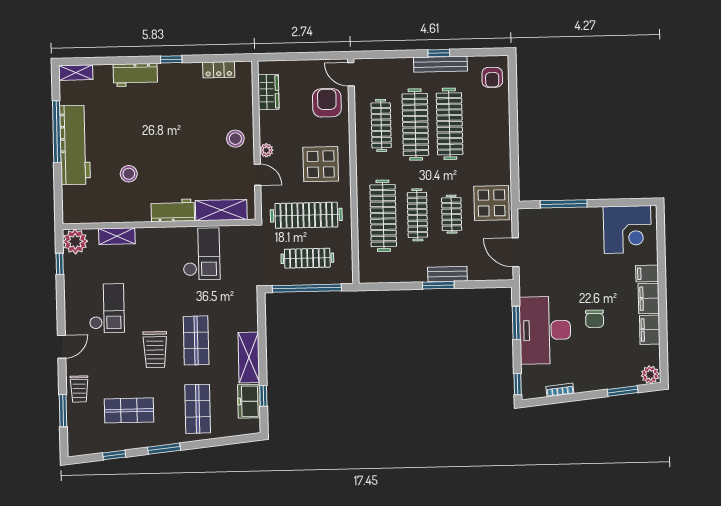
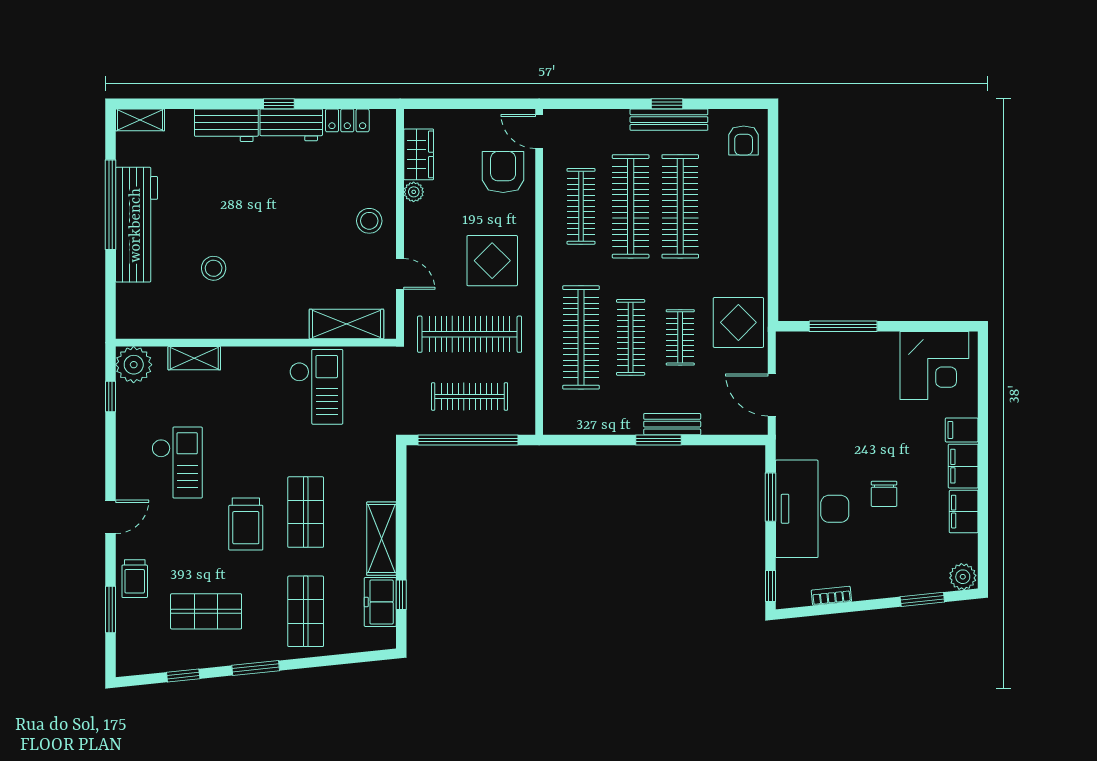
plant: (266, 150) -> (414, 192), moved
workbench: (173, 210) -> (291, 125), moved, turned 180

